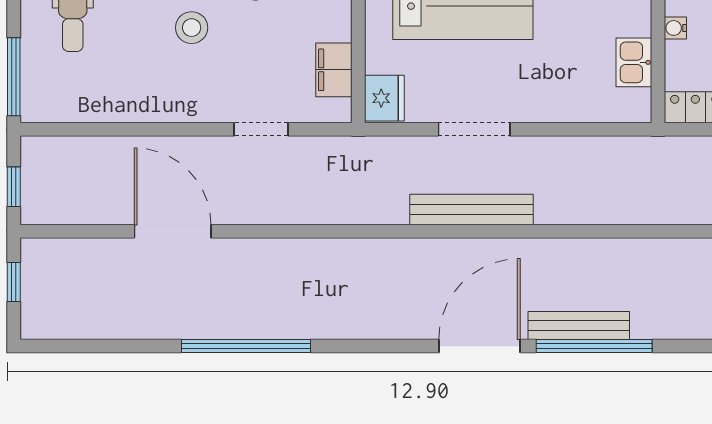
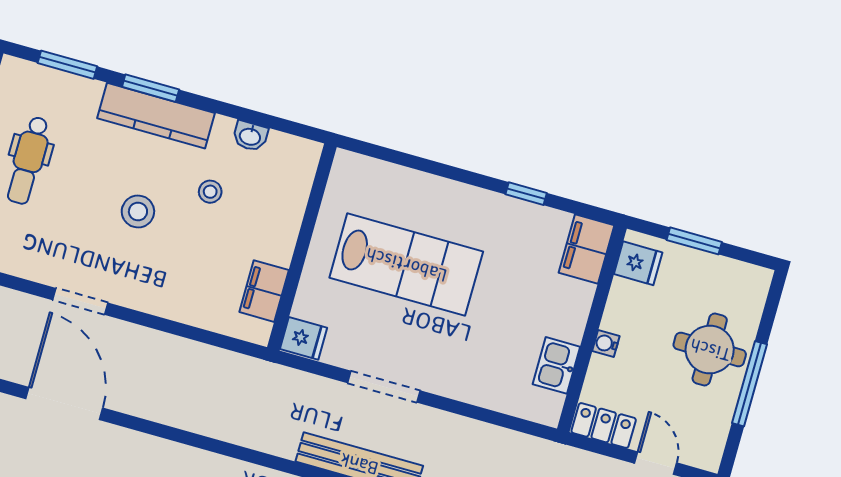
fridge: (384, 98) -> (303, 338), width x0.72
doorway: (261, 129) -> (80, 301), moved

